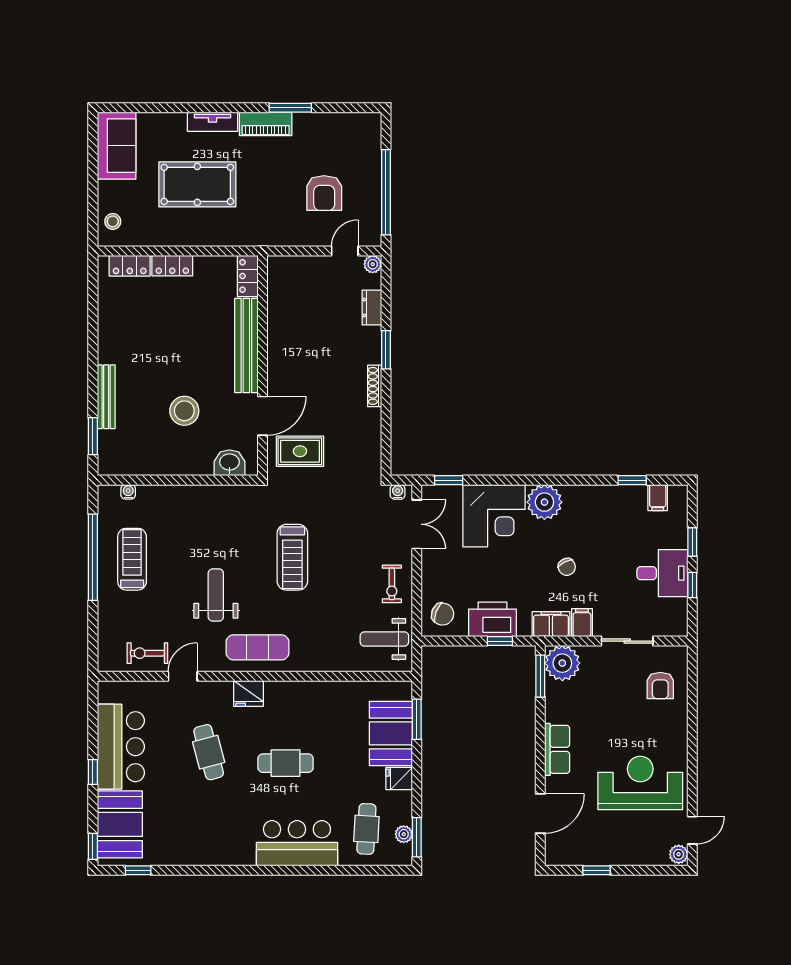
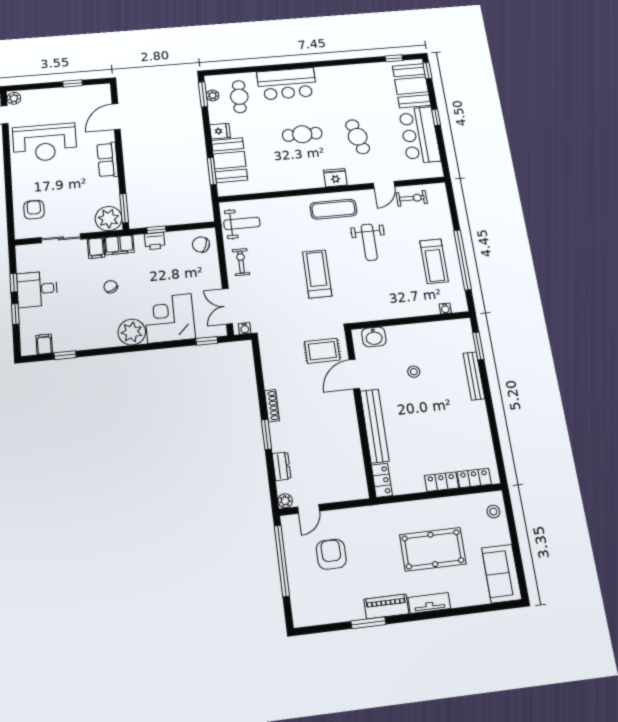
stool: (184, 411) -> (414, 372), width x0.53, depth x0.53
printer: (493, 619) -> (155, 241), width x0.53, depth x0.68

